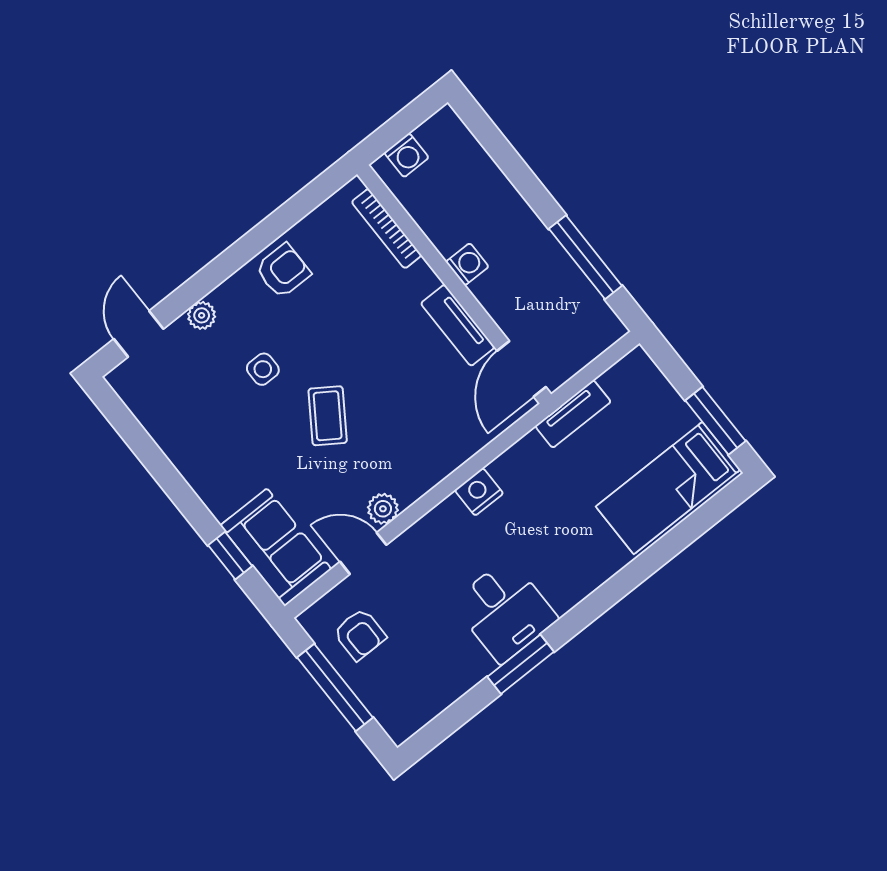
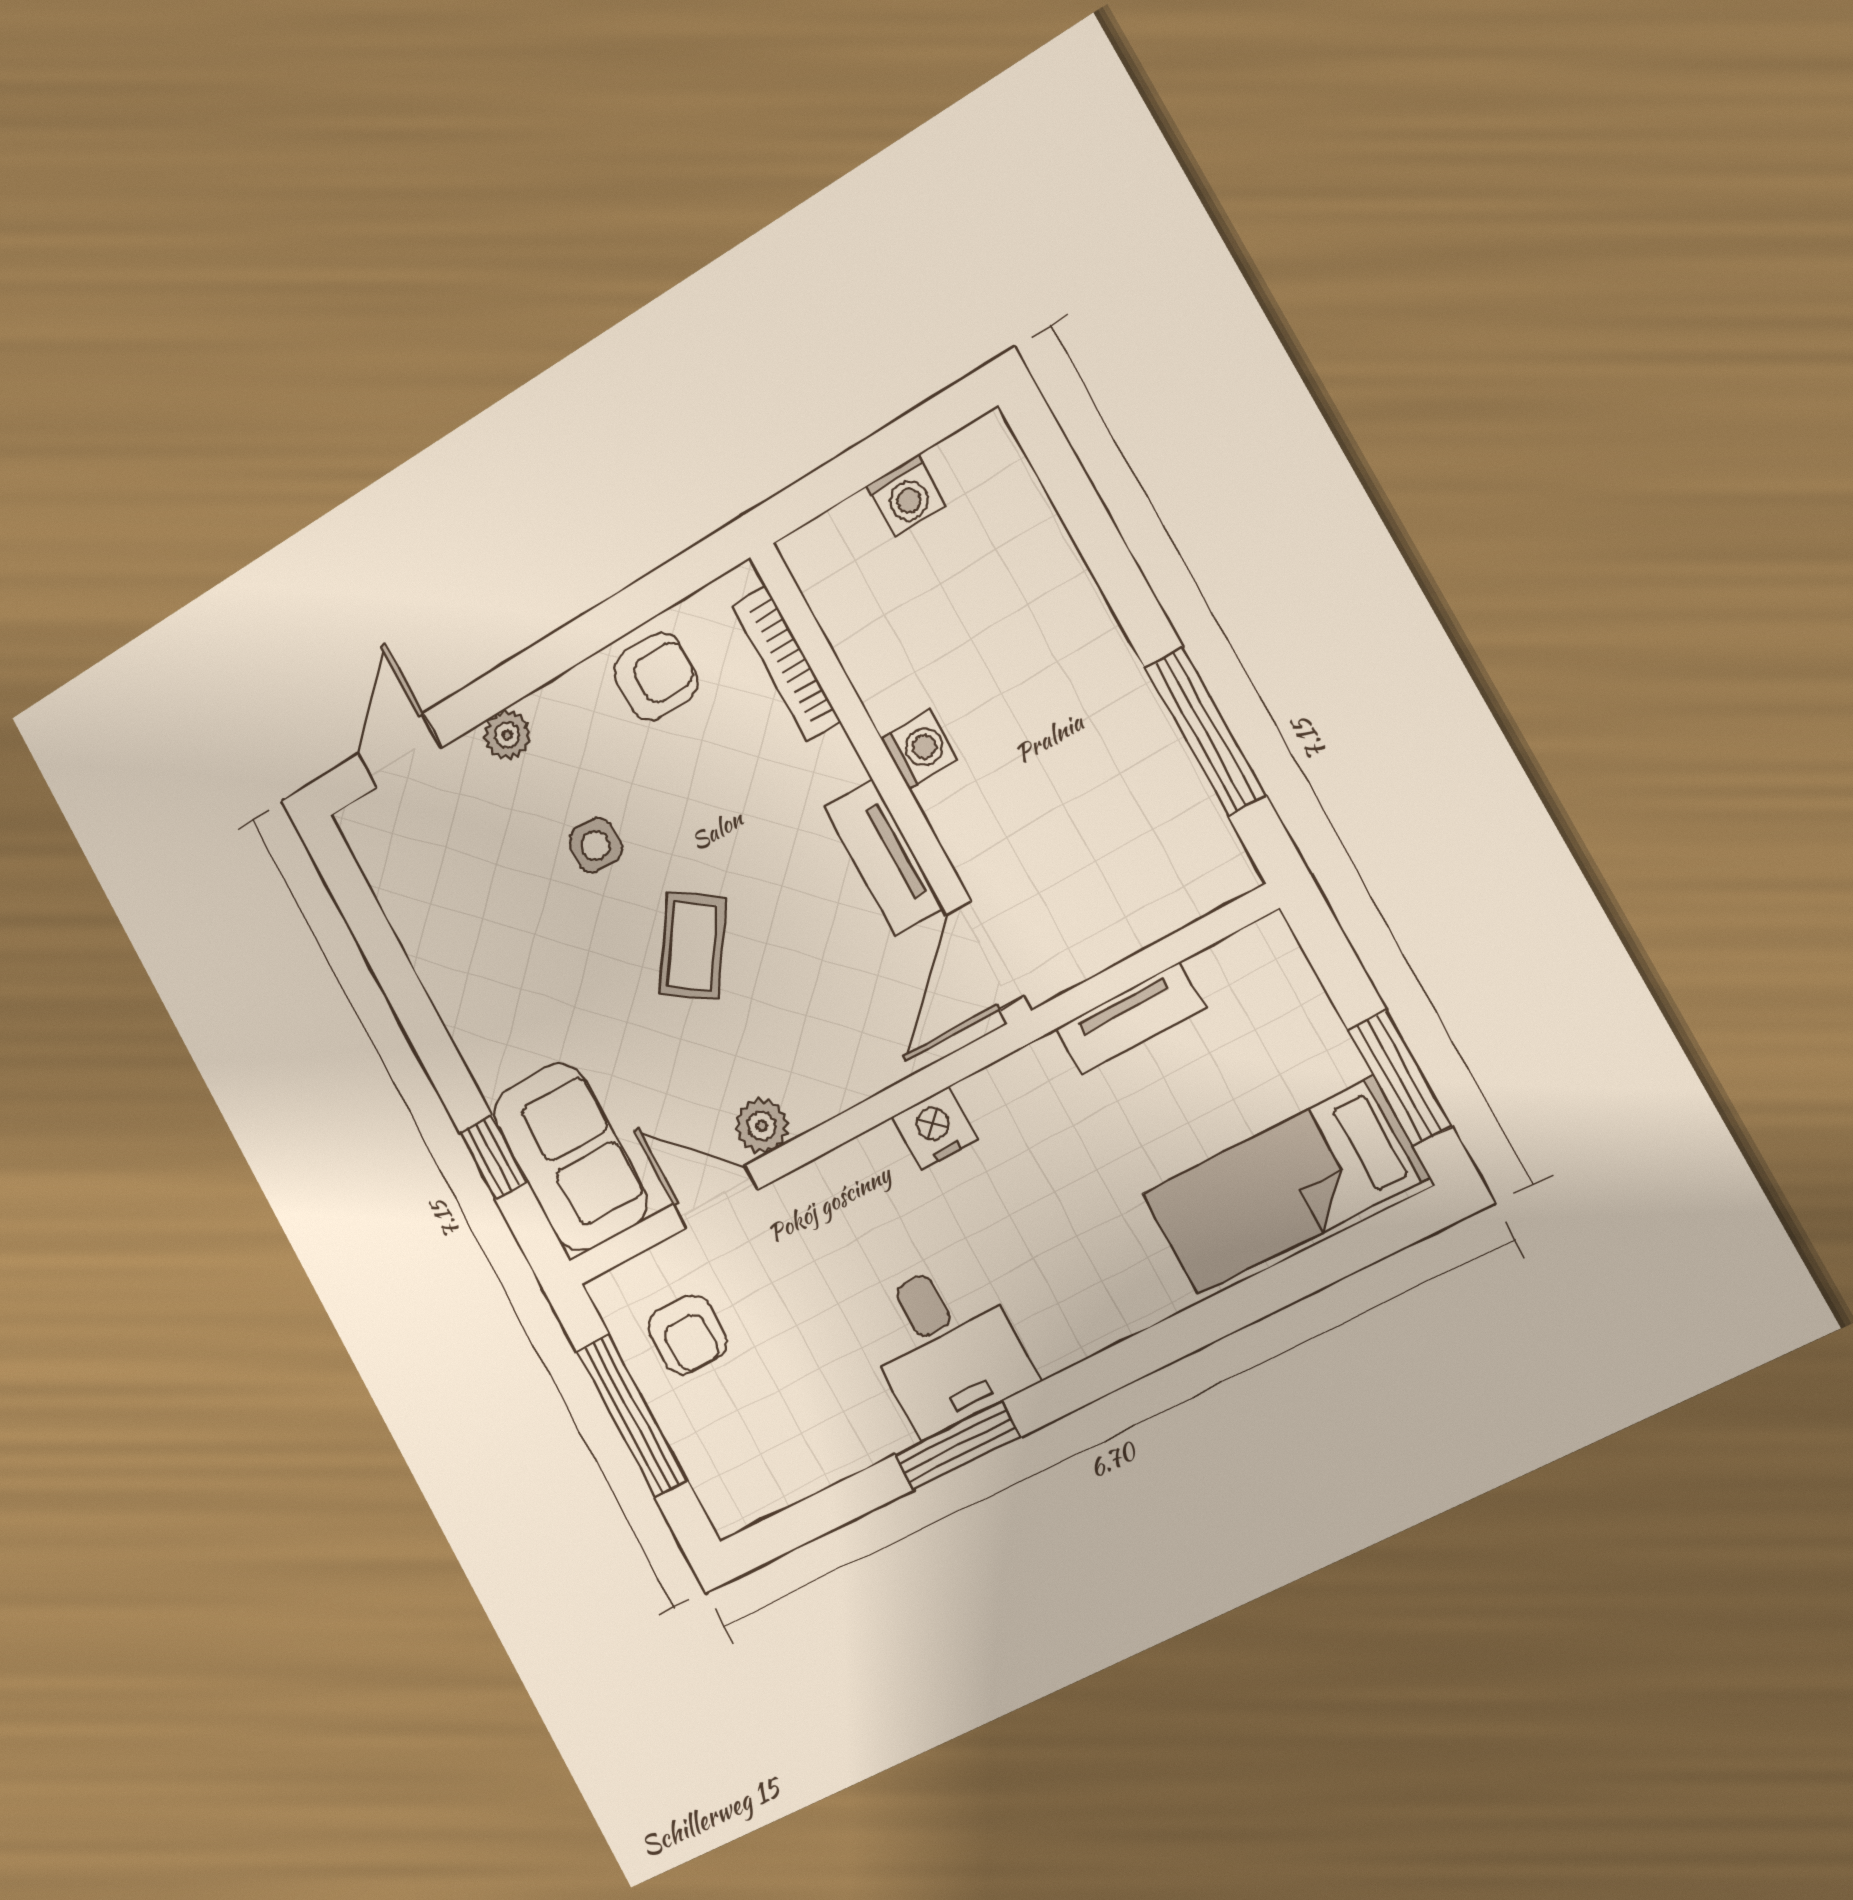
bookcase: (387, 229) -> (786, 664), moved
washing machine: (467, 264) -> (919, 750), moved
wall: (454, 284) -> (890, 782), moved
tv unit: (458, 325) -> (884, 858), moved
door: (522, 369) -> (985, 956), moved

